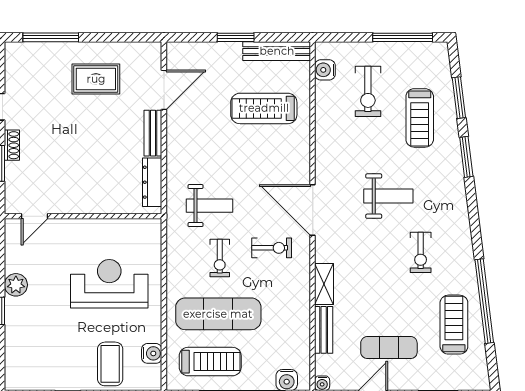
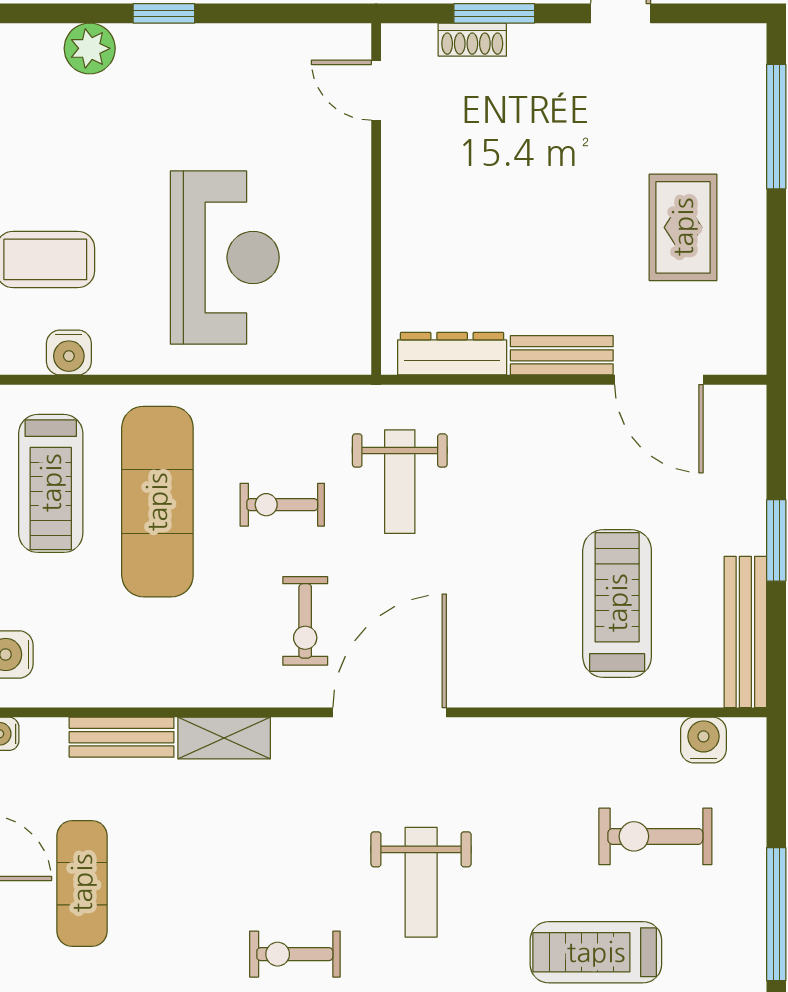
shoe rack: (12, 145) -> (472, 40), moved
plant: (16, 285) -> (90, 48), moved

